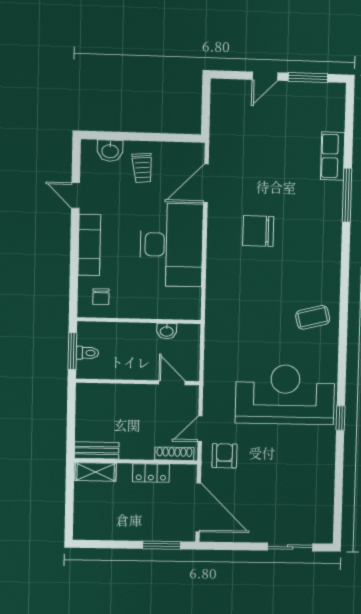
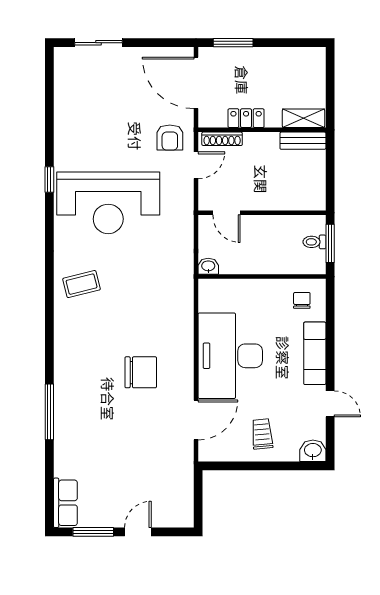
washbasin: (110, 151) -> (313, 451), moved
row of seats: (333, 156) -> (65, 503), moved
washbasin: (167, 331) -> (208, 266), moved

